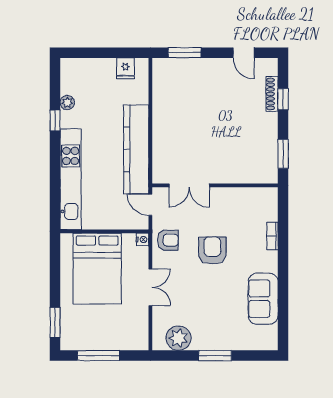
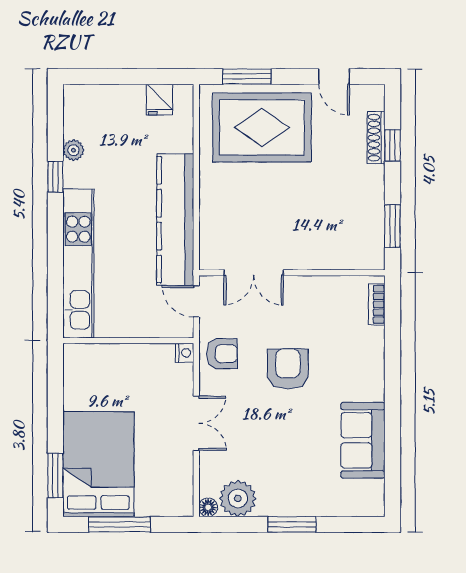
rug: (195, 87) -> (262, 127), added
bookcase: (272, 236) -> (377, 304), moved
bed: (97, 269) -> (98, 464), moved, turned 180
floor lamp: (158, 344) -> (208, 507), added

